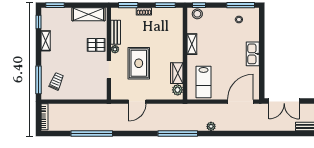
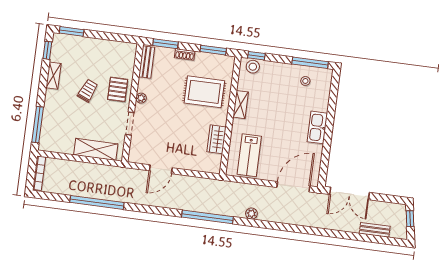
shelving: (88, 14) -> (96, 149), moved
bench: (116, 32) -> (147, 62), moved
pallet: (96, 45) -> (118, 89), turned 90
rug: (139, 63) -> (204, 92), moved, turned 90
trolley: (56, 81) -> (88, 91), moved
plant: (178, 90) -> (215, 161), removed

